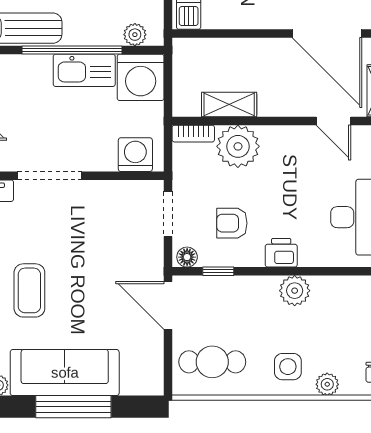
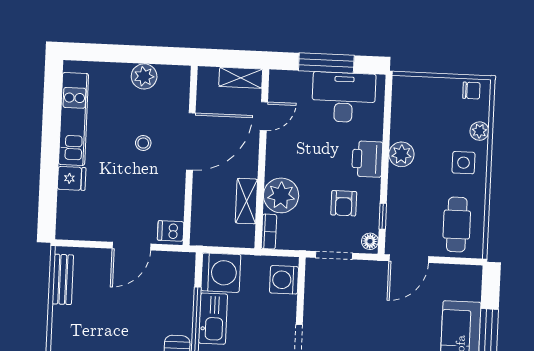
door: (327, 34) -> (191, 141), moved
plant: (135, 35) -> (186, 276), removed
printer: (281, 253) -> (367, 159), width x1.36, depth x1.24

